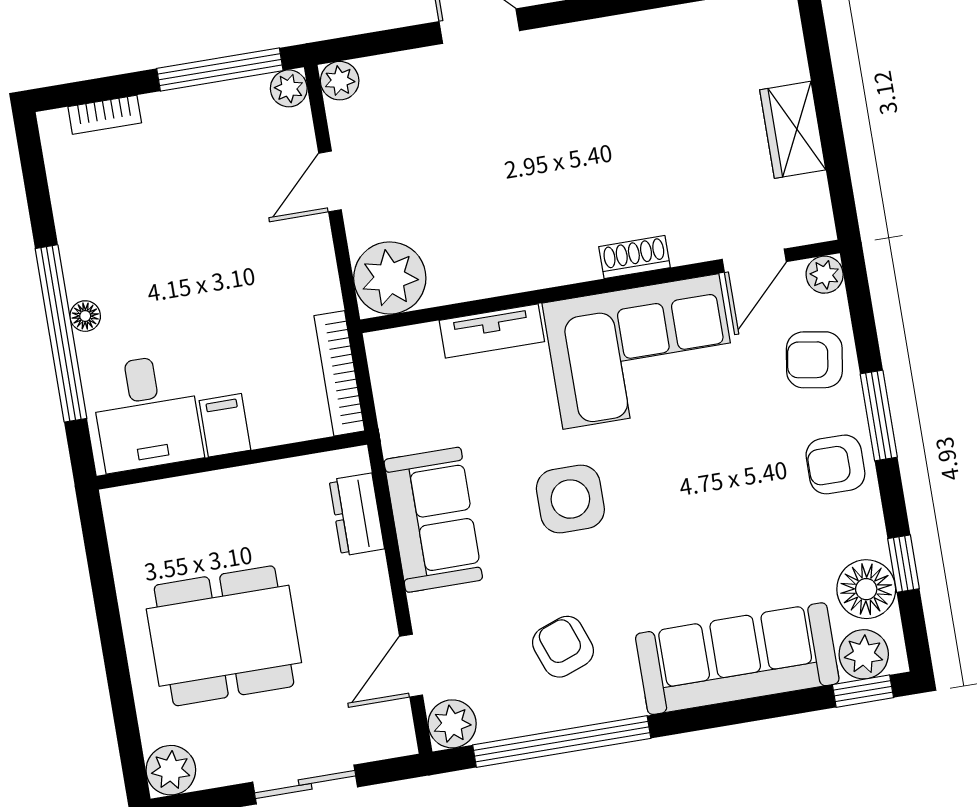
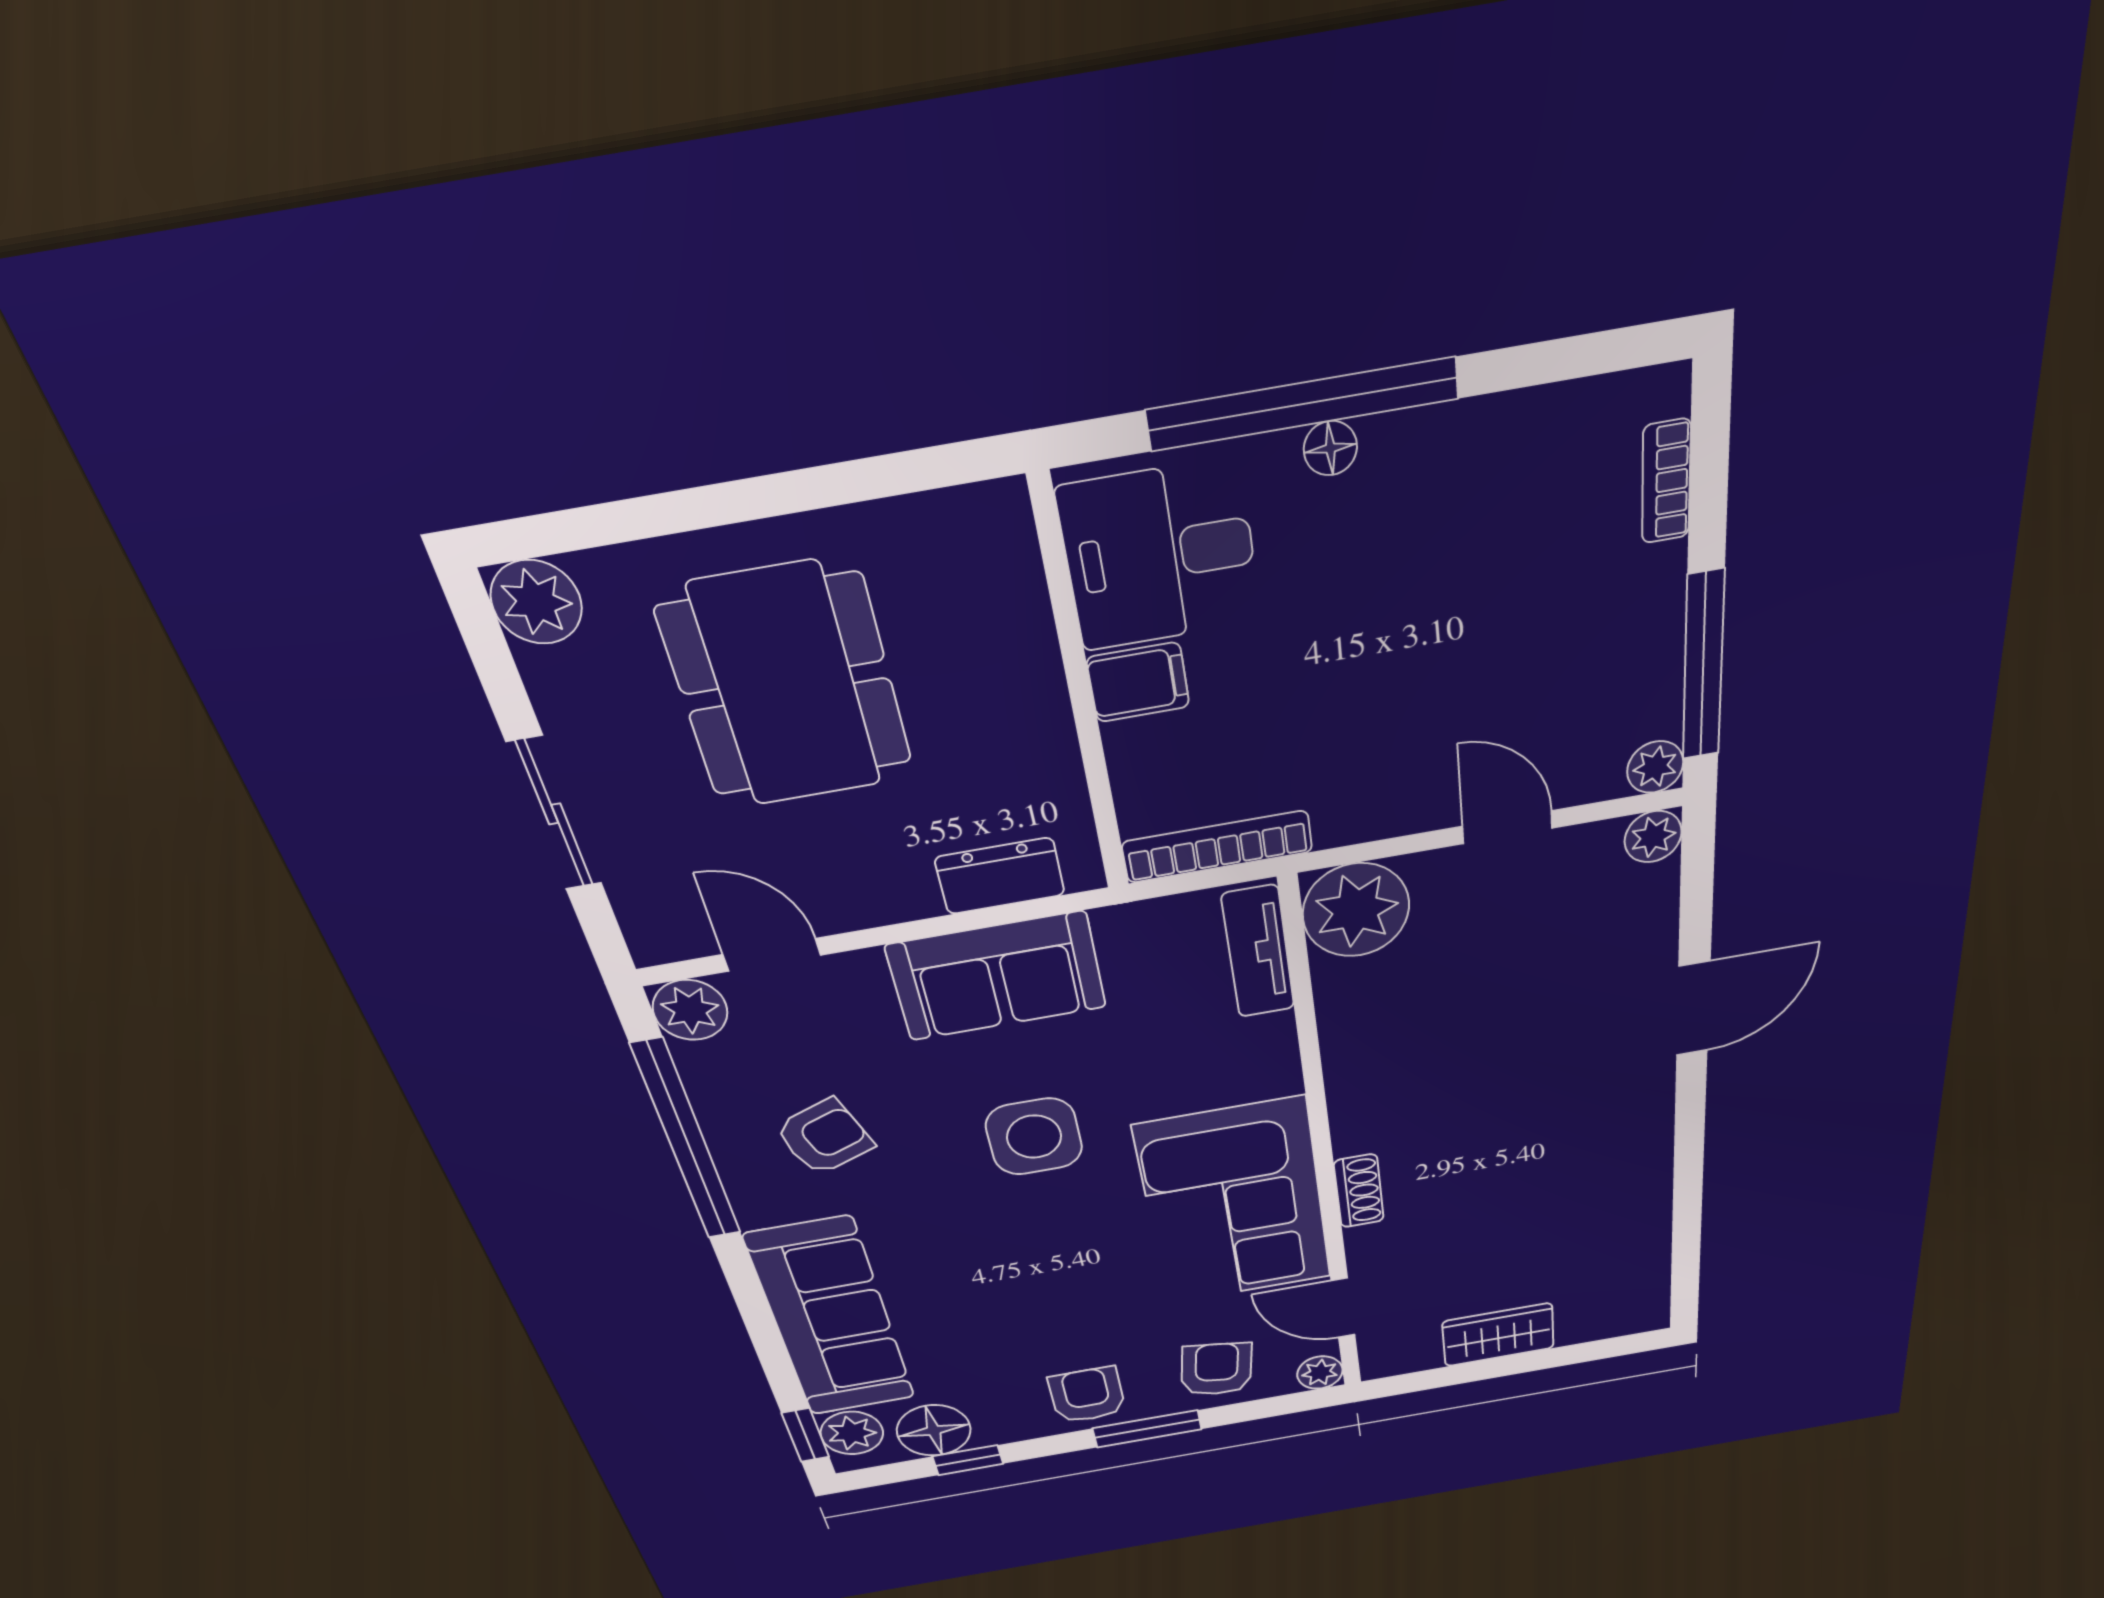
tv unit: (492, 331) -> (1258, 952), moved

